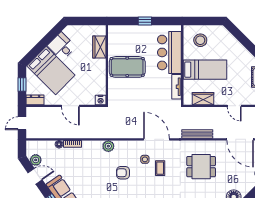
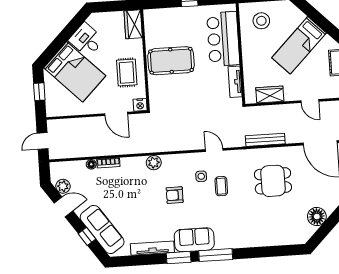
wardrobe: (99, 47) -> (133, 24), moved
bed: (205, 70) -> (299, 45), moved, turned 135
rug: (92, 74) -> (127, 73), added
dresser: (35, 100) -> (57, 110), removed
door: (70, 106) -> (116, 114), moved
door: (157, 139) -> (214, 150), width x0.53

